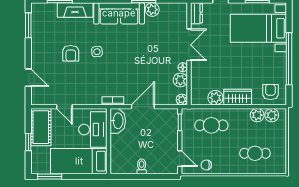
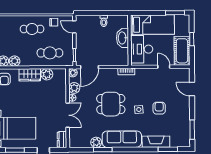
double door: (189, 45) -> (68, 115), swing flipped
dining table: (133, 59) -> (111, 104), added
door: (143, 107) -> (90, 67), moved
washbasin: (118, 121) -> (122, 38), moved
cafe table: (255, 153) -> (32, 29), moved

